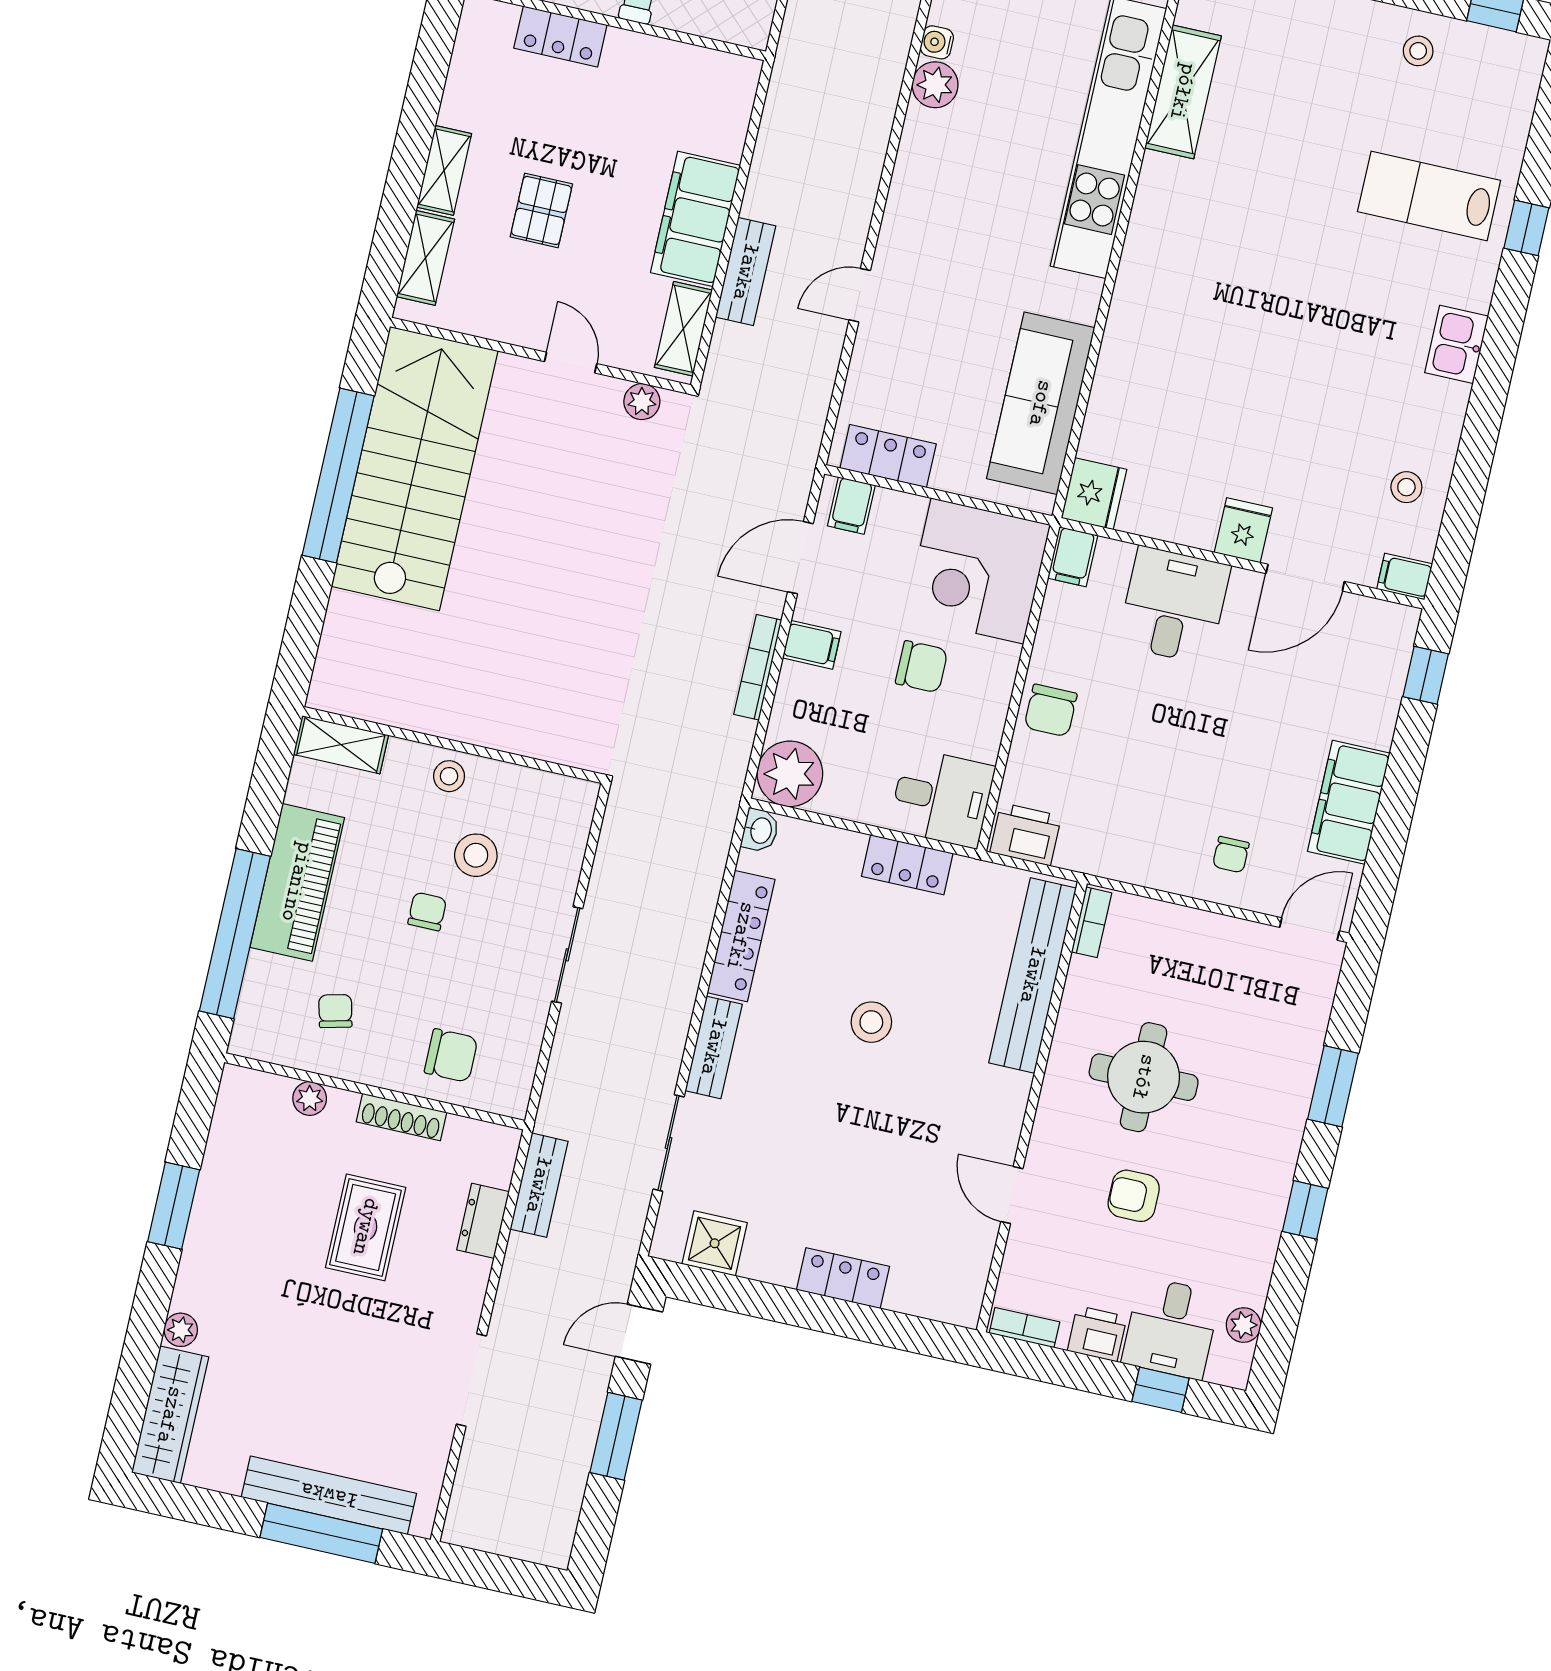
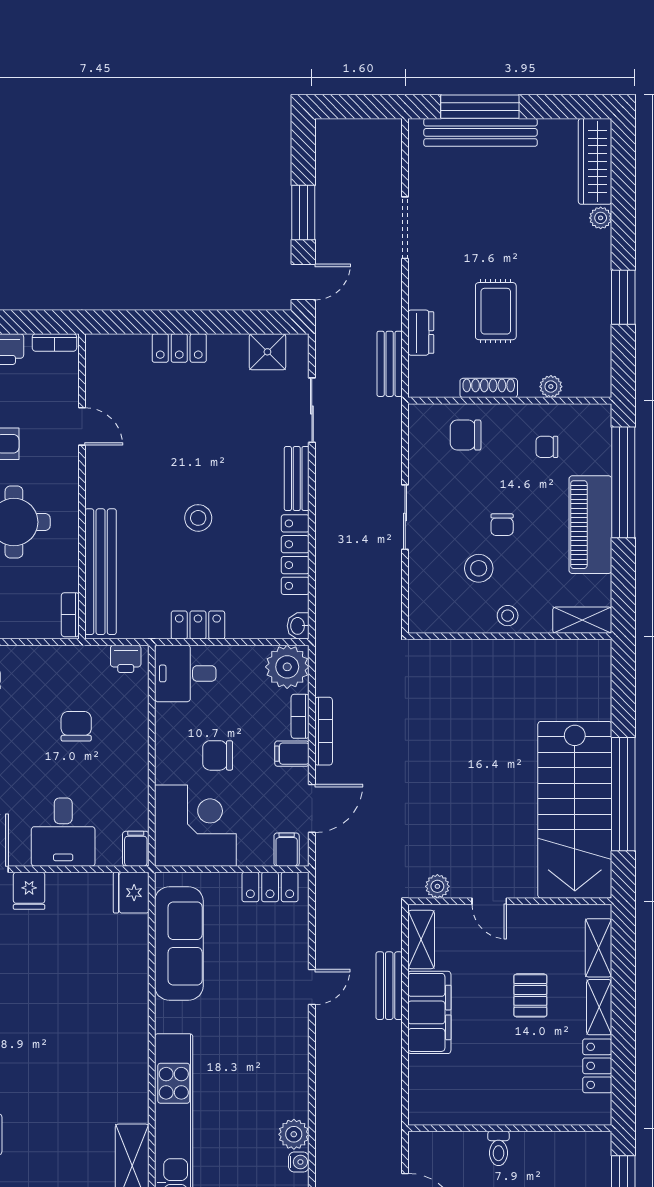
locker: (560, 36) -> (597, 1066), moved, turned -90
bookcase: (787, 697) -> (300, 716), added
chair: (1051, 710) -> (76, 726), moved
printer: (1026, 834) -> (126, 659), width x0.73, depth x0.81
chair: (335, 1011) -> (547, 447), turned 104

